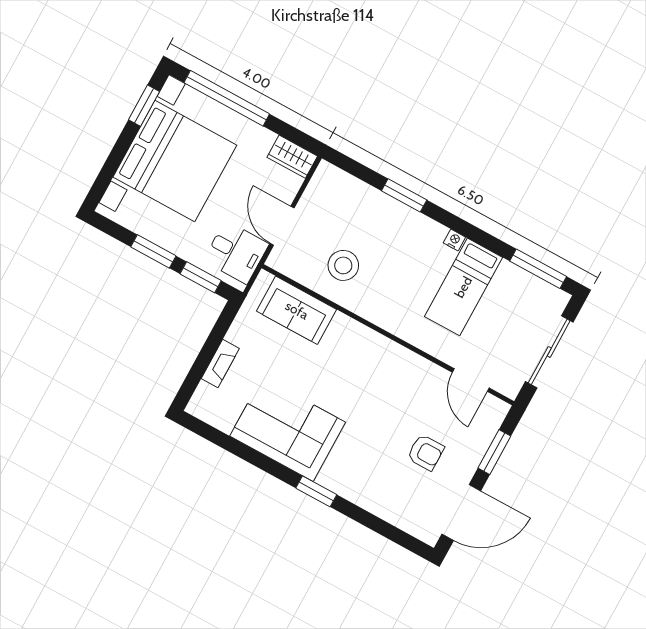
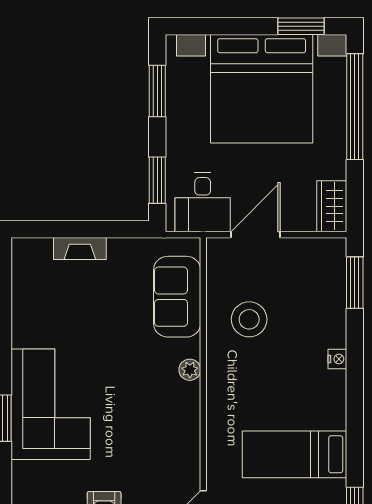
window: (404, 195) -> (355, 283), moved
nightstand: (454, 240) -> (337, 359), moved
window: (153, 251) -> (157, 91), moved
plant: (357, 331) -> (190, 370), added
corner sofa: (288, 429) -> (51, 404), moved

